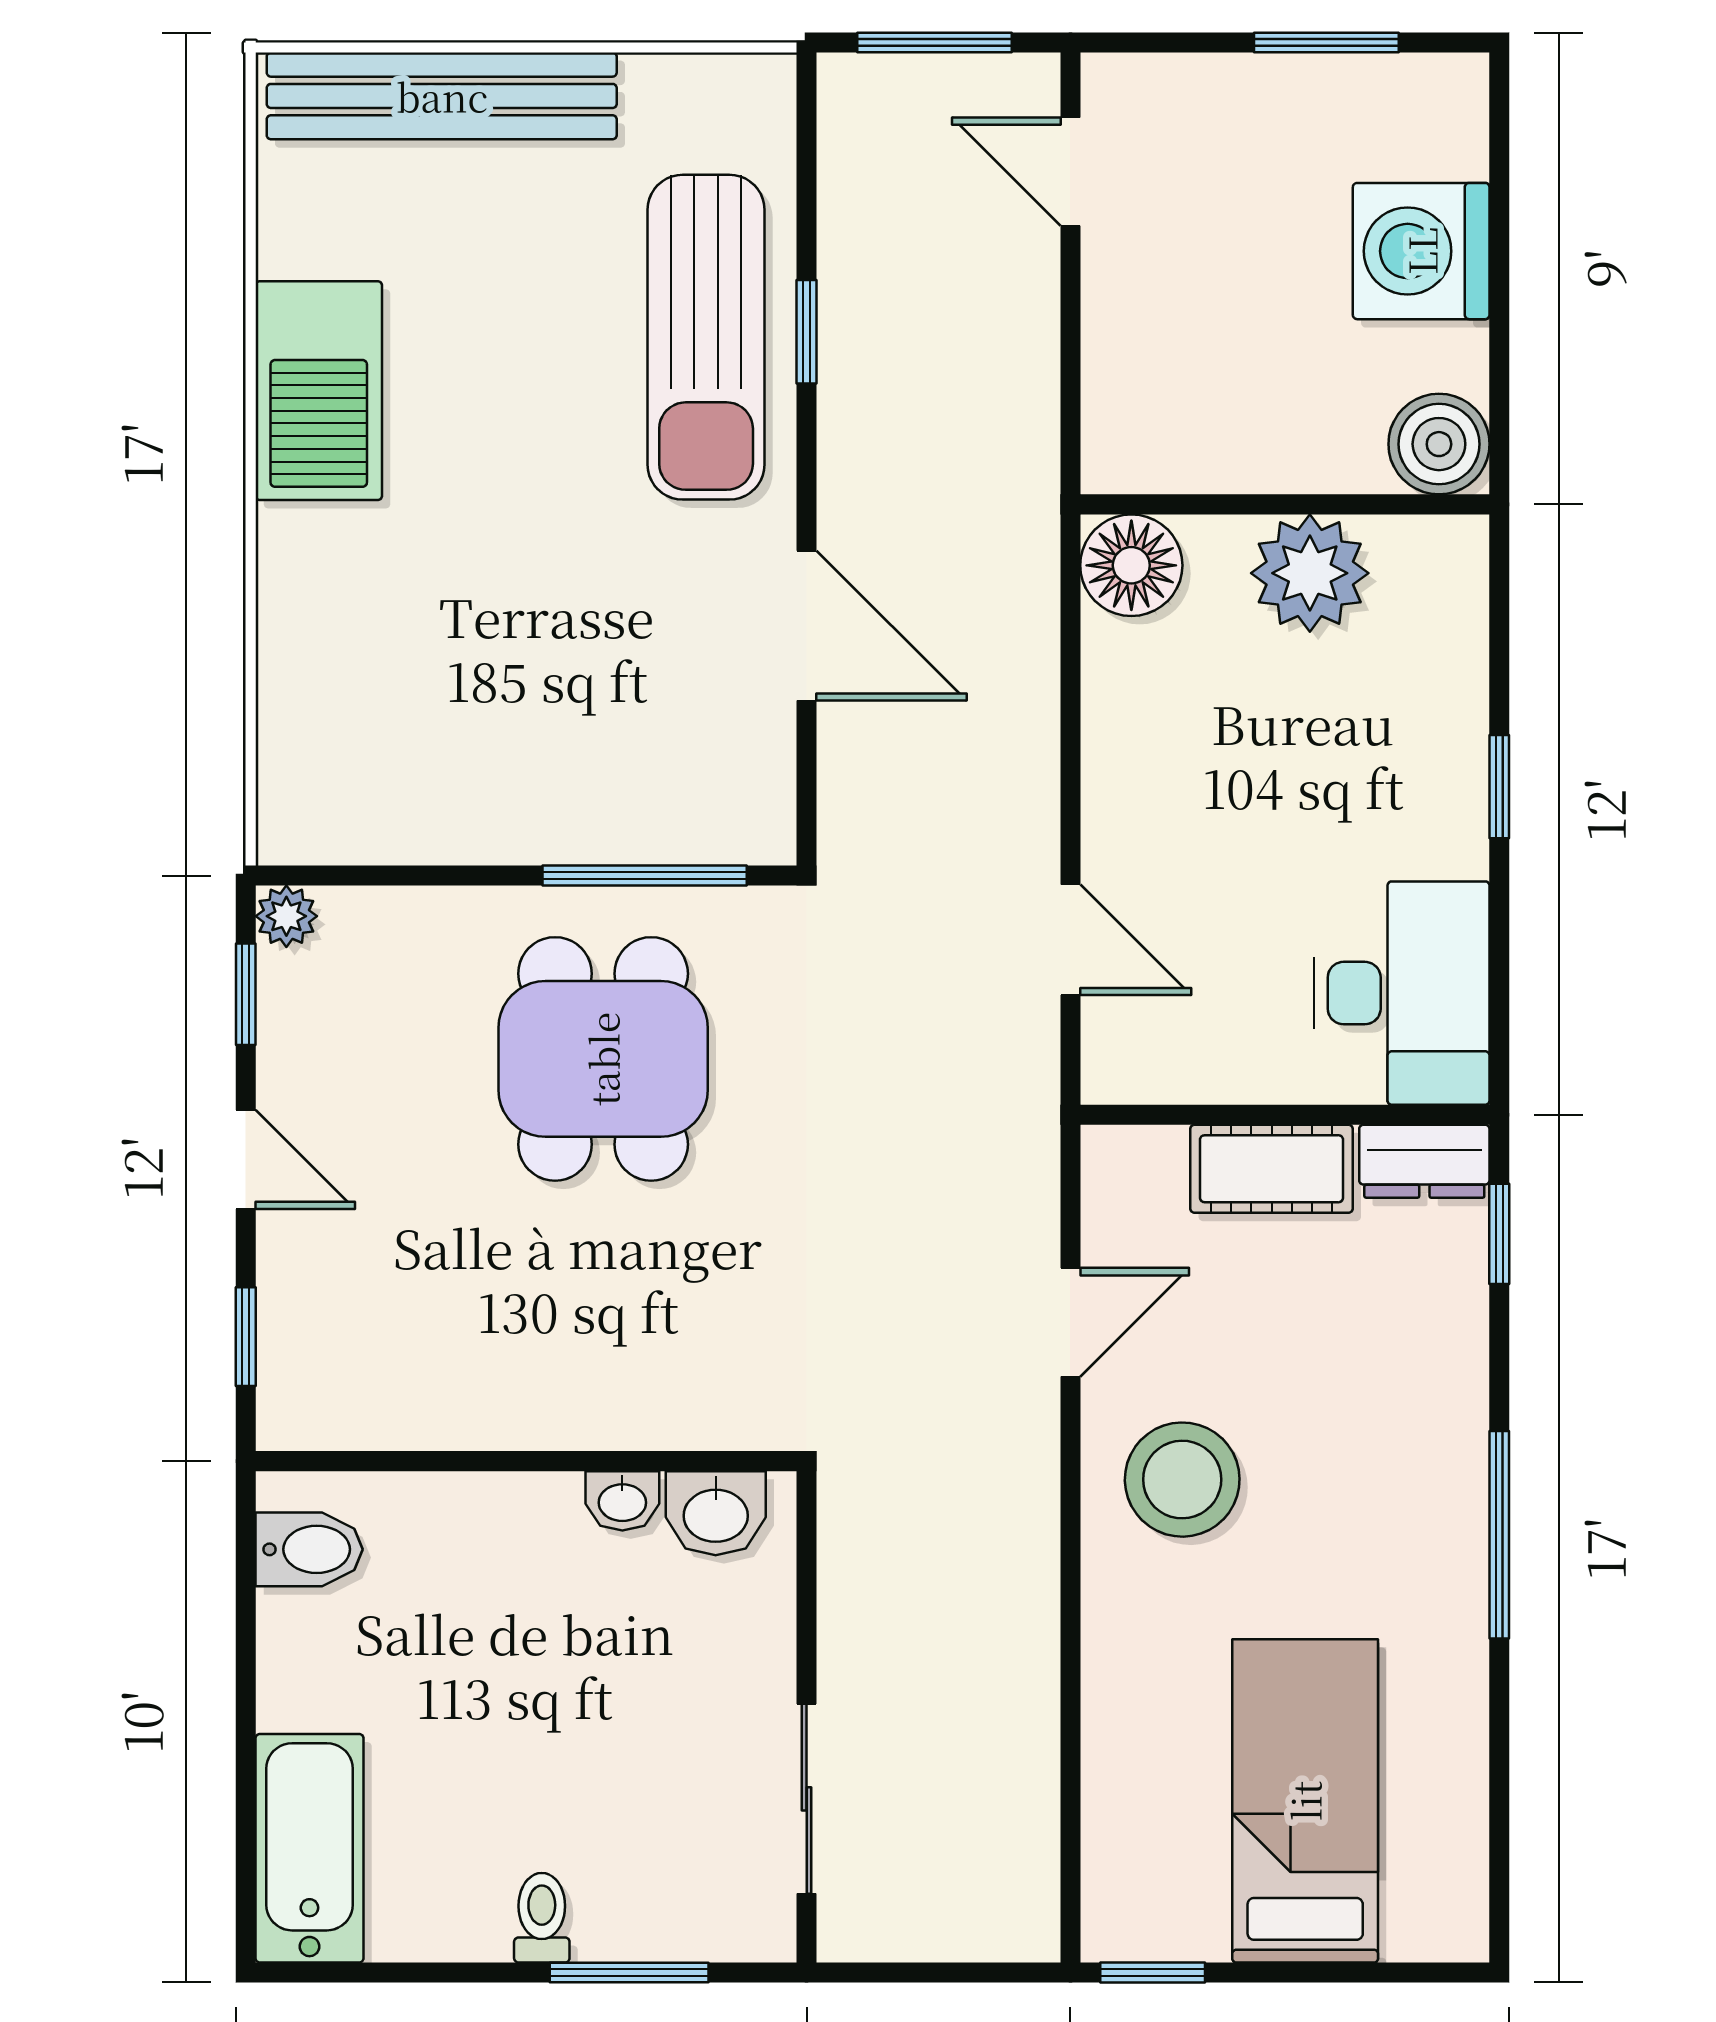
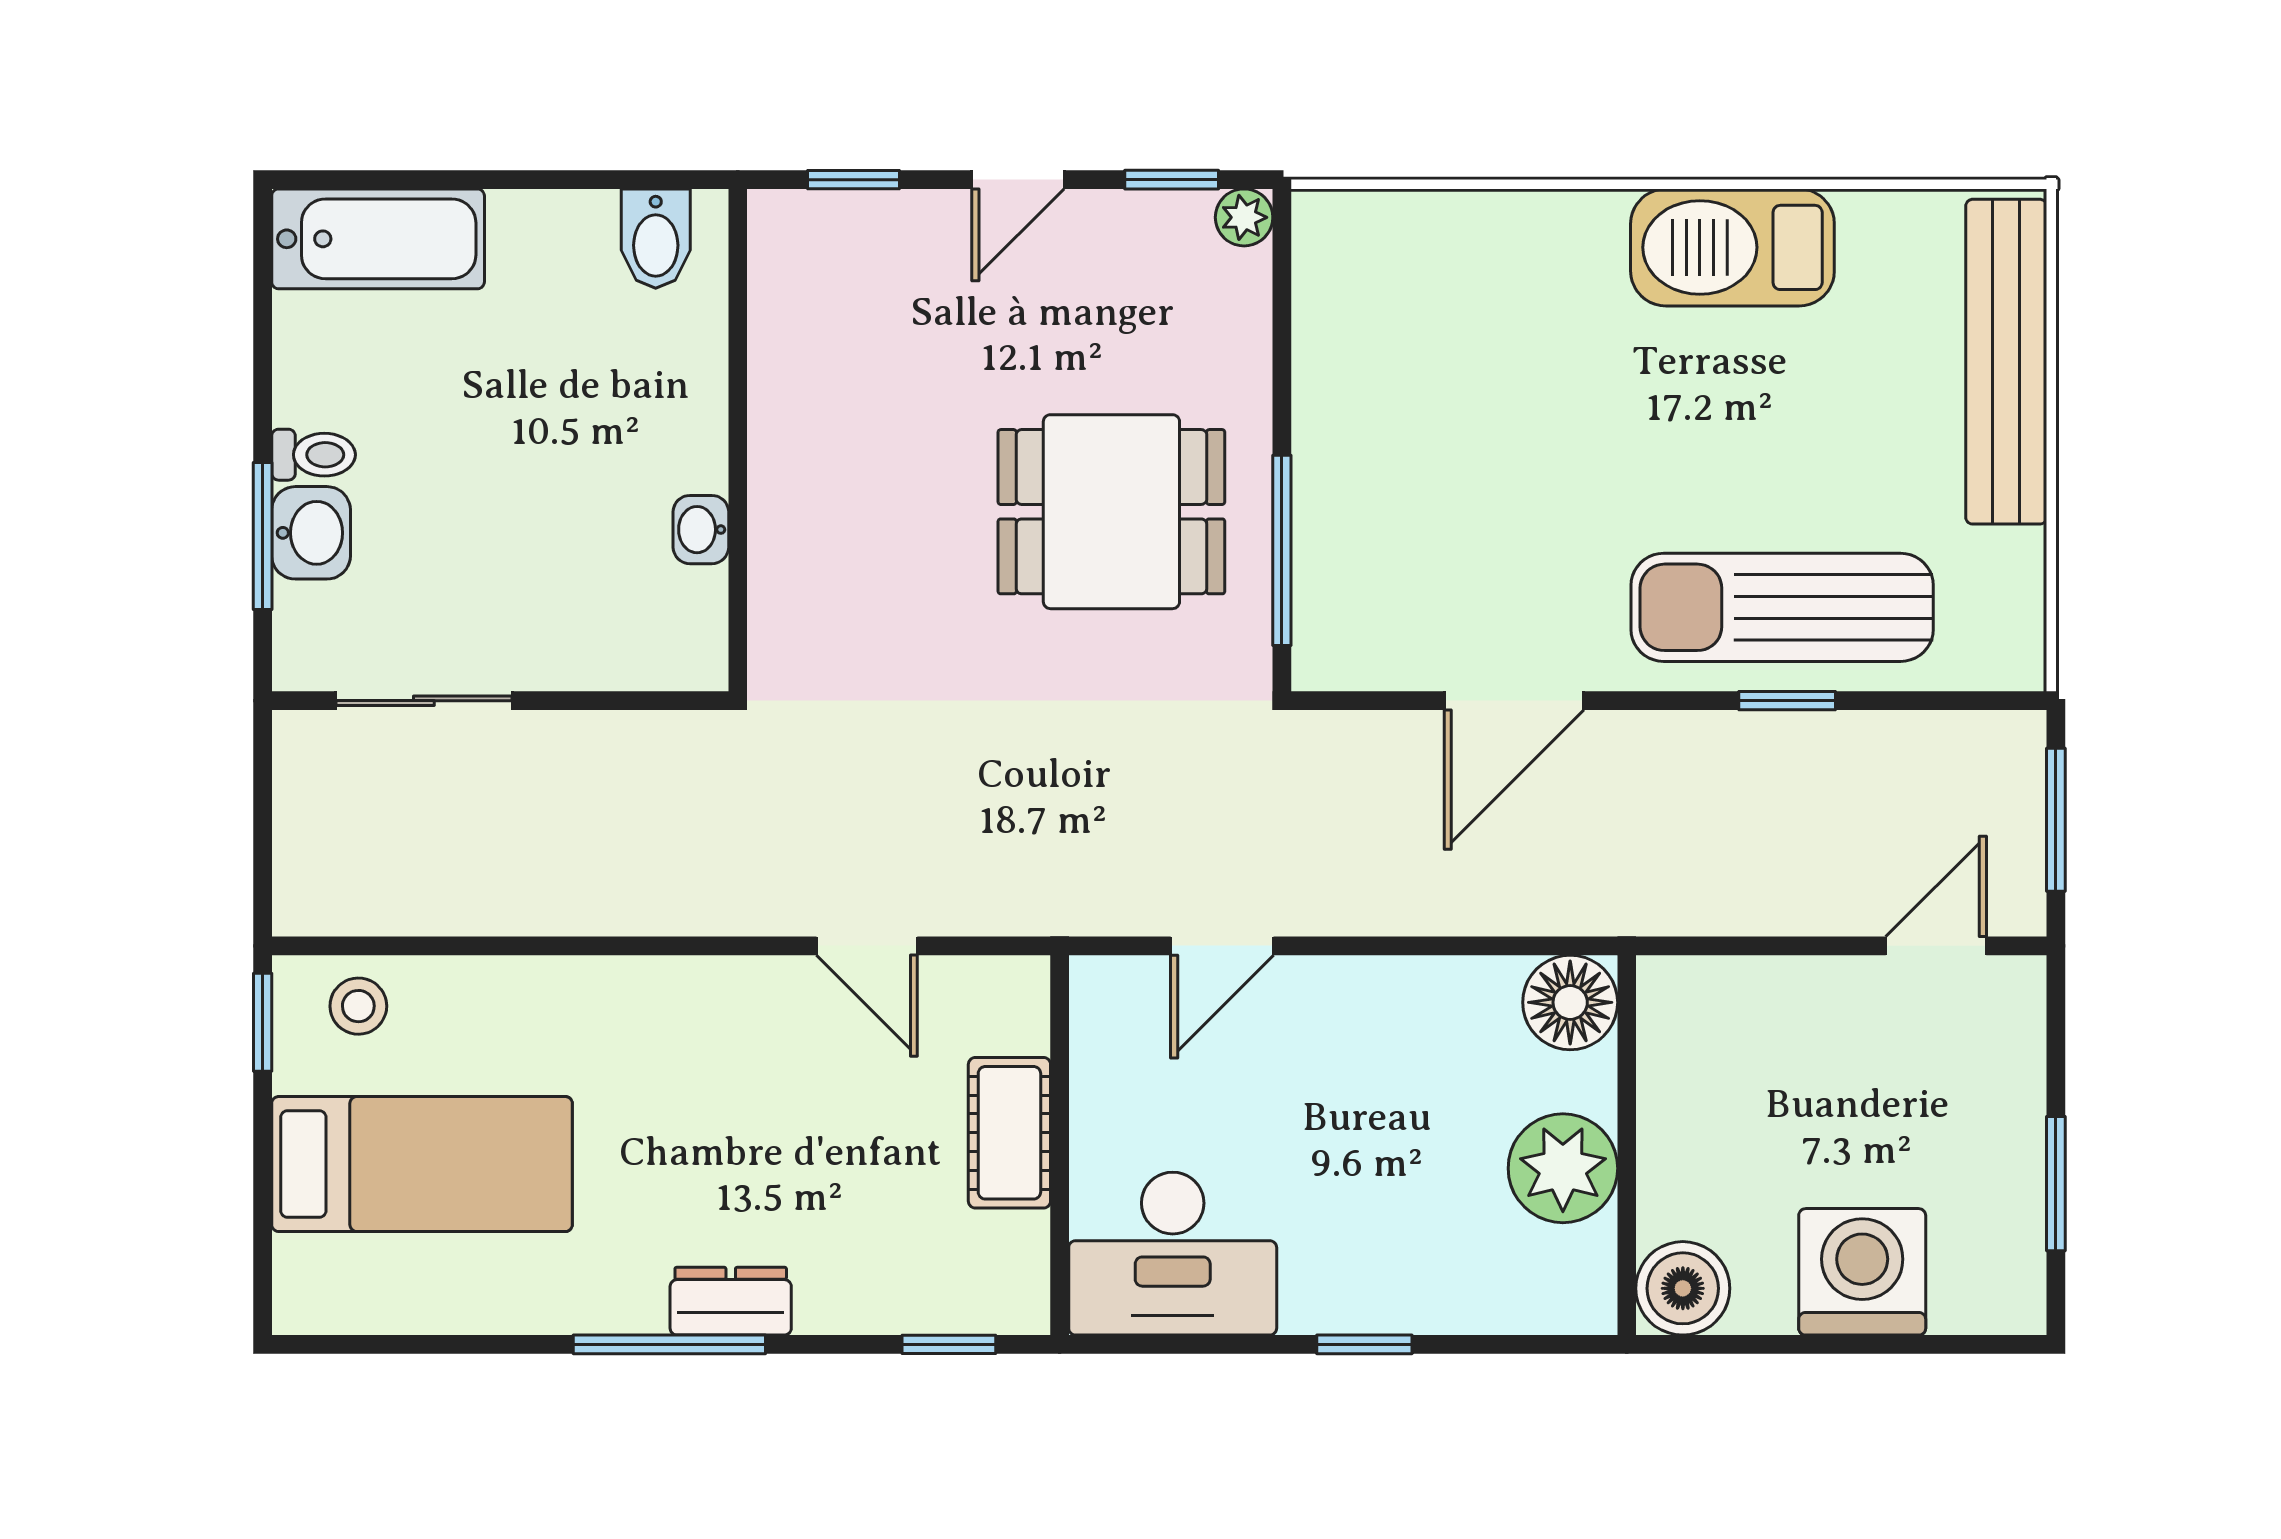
dresser: (1424, 1161) -> (731, 1301), moved, turned 90
stool: (1182, 1480) -> (358, 1006), moved, width x0.53, depth x0.53
washbasin: (716, 1513) -> (311, 533), moved, turned 180

